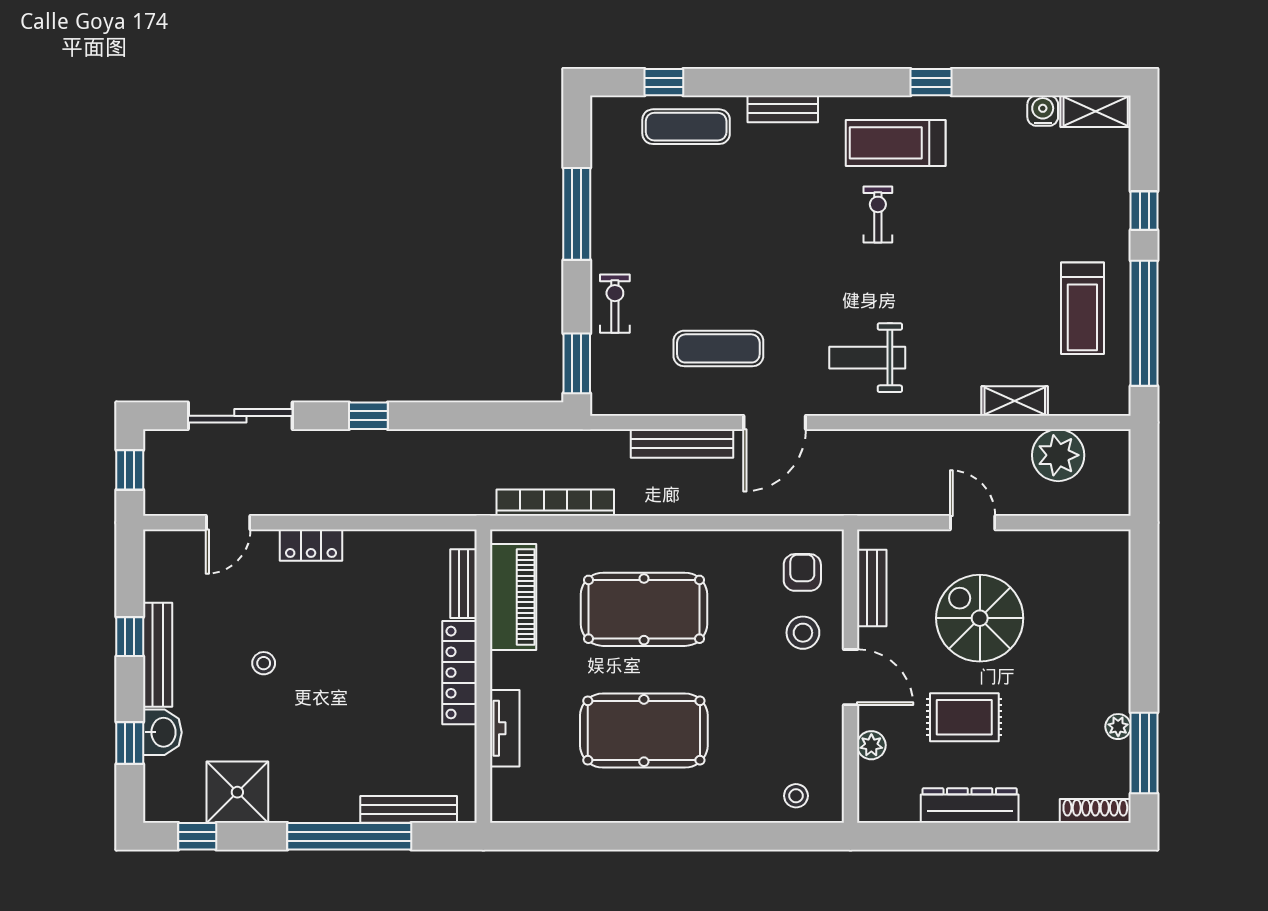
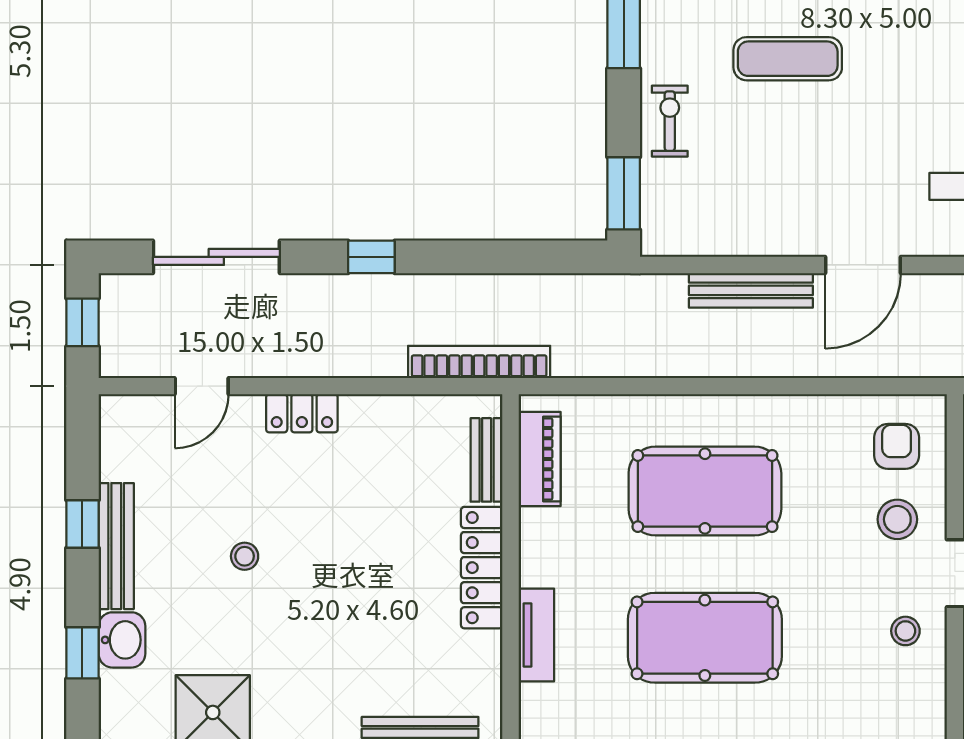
exercise mat: (718, 348) -> (788, 59), moved
bookcase: (555, 503) -> (479, 362), moved
piano: (513, 597) -> (540, 459), width x0.73, depth x0.75
stool: (796, 796) -> (905, 631), moved

